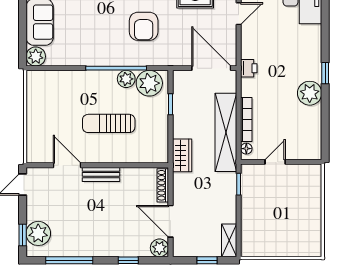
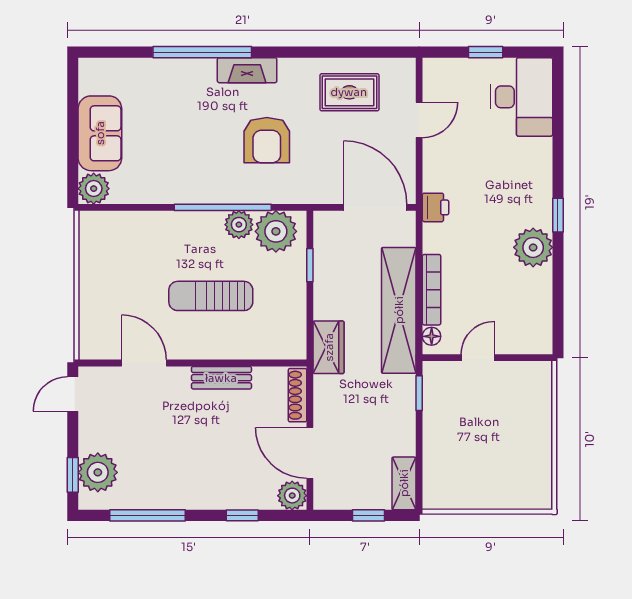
bench: (101, 174) -> (221, 378), moved

